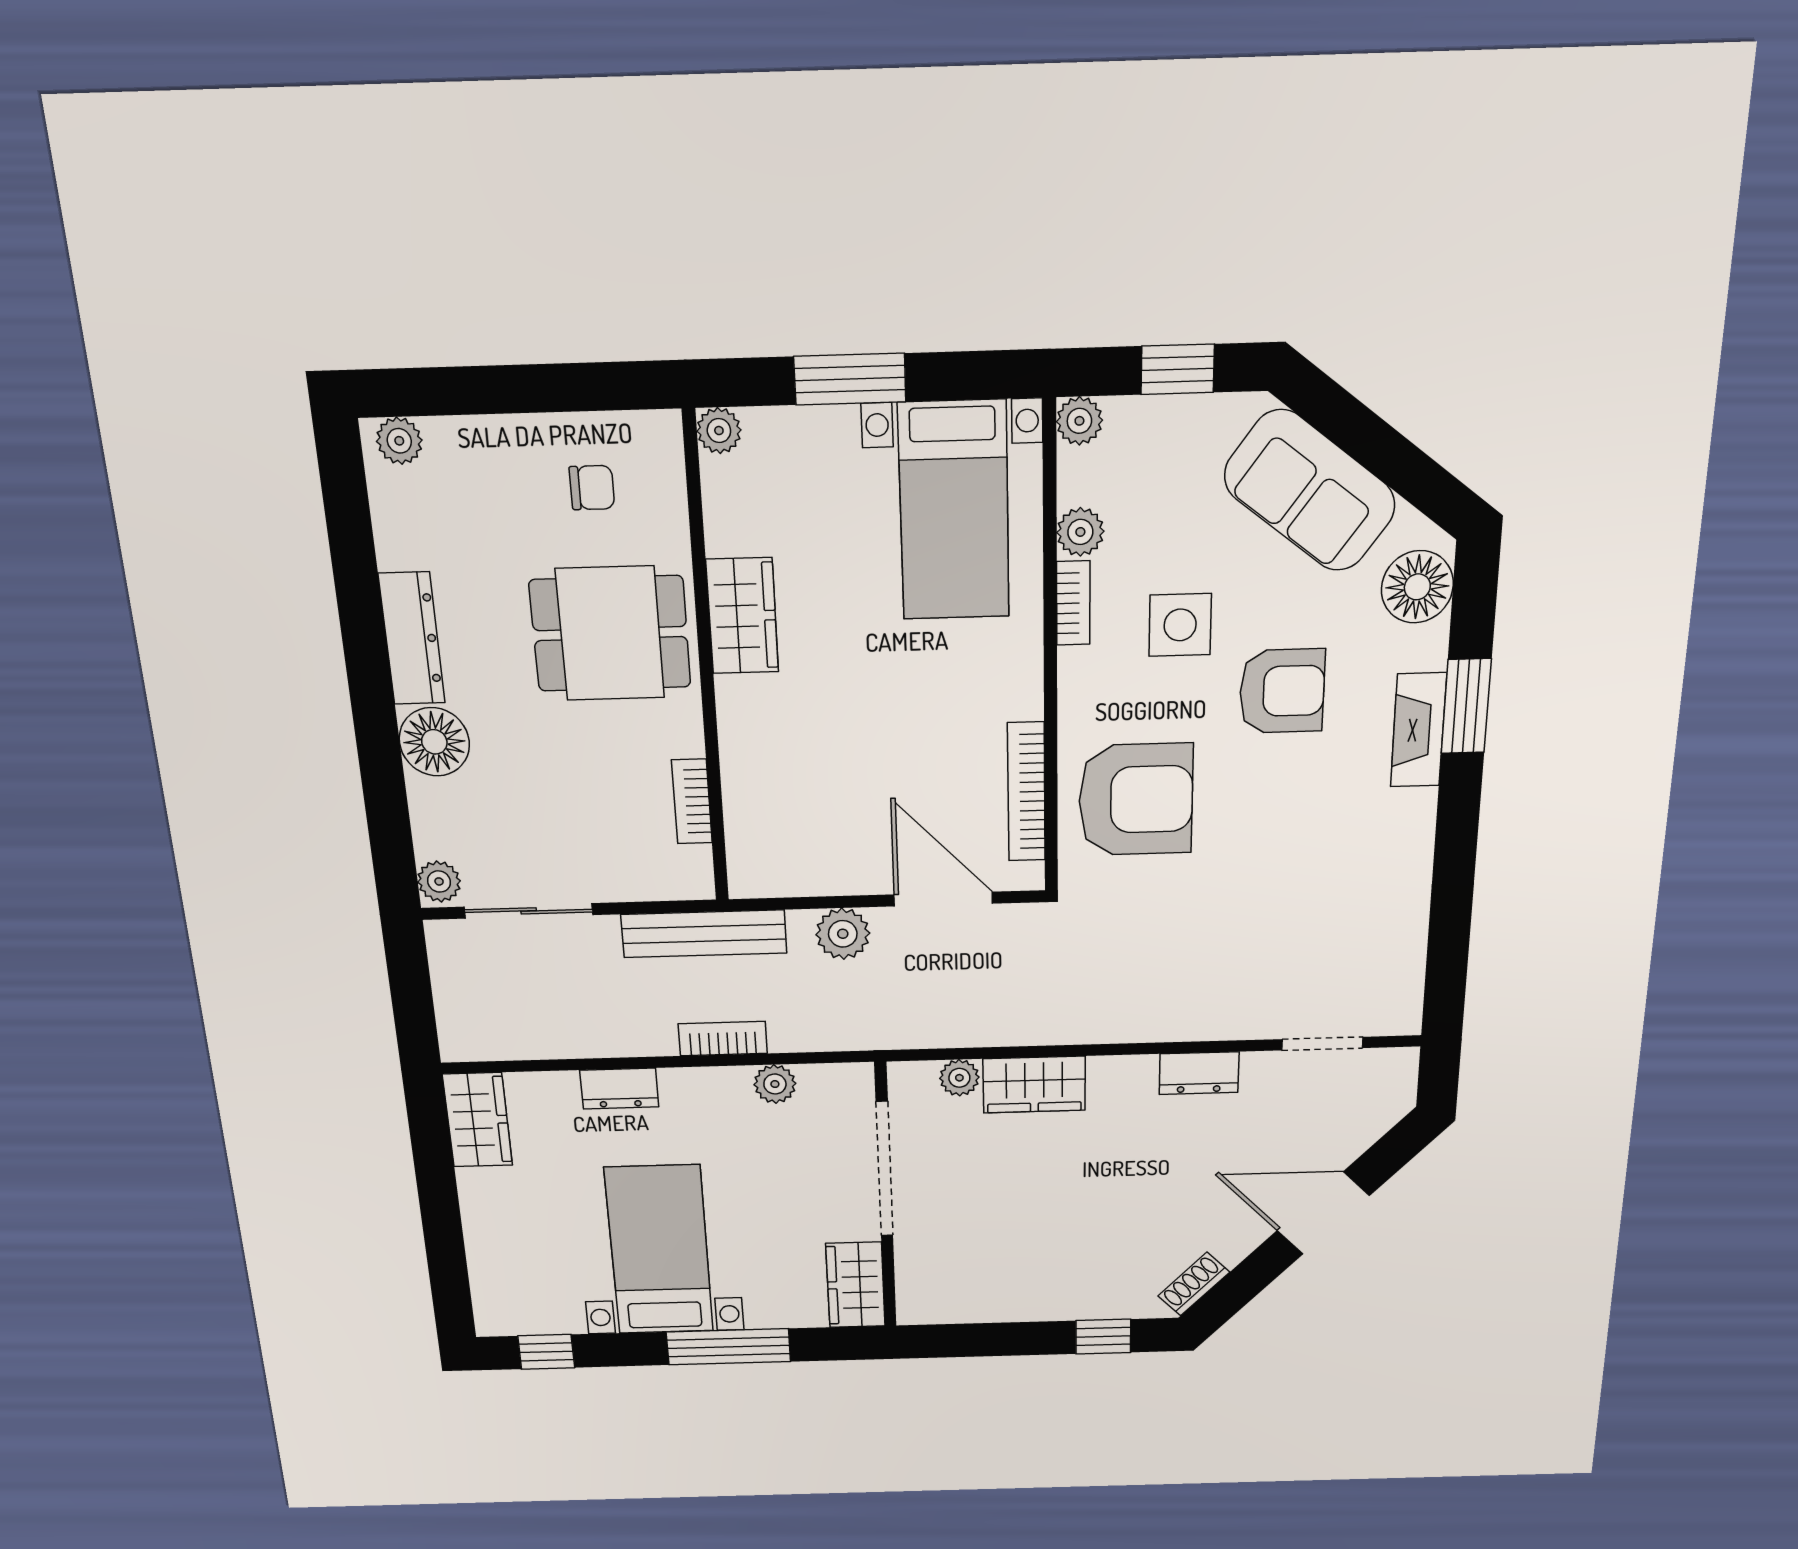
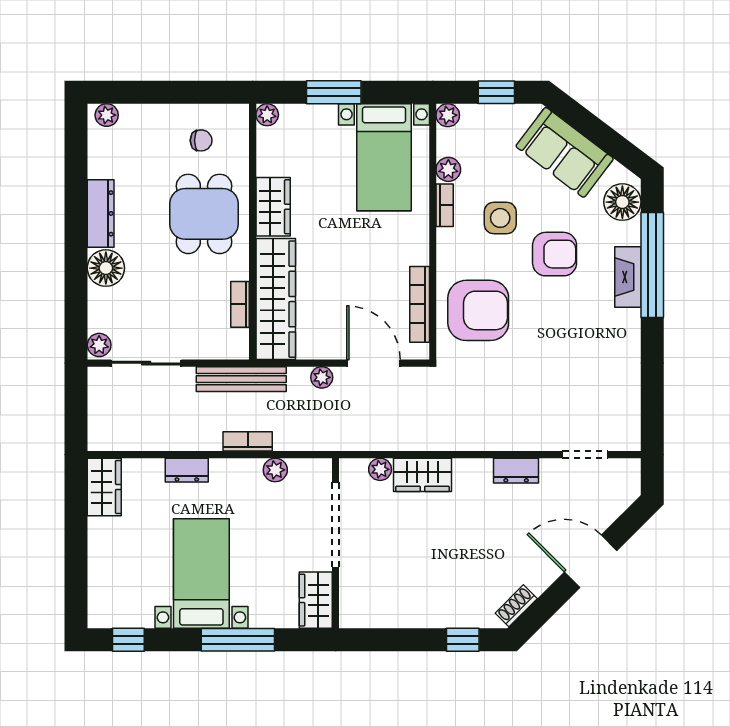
dining table: (610, 634) -> (204, 214), turned 90
window: (1466, 706) -> (652, 265), width x2.11
wardrobe: (758, 790) -> (276, 299), added
plant: (843, 934) -> (322, 377), width x0.73, depth x0.73

